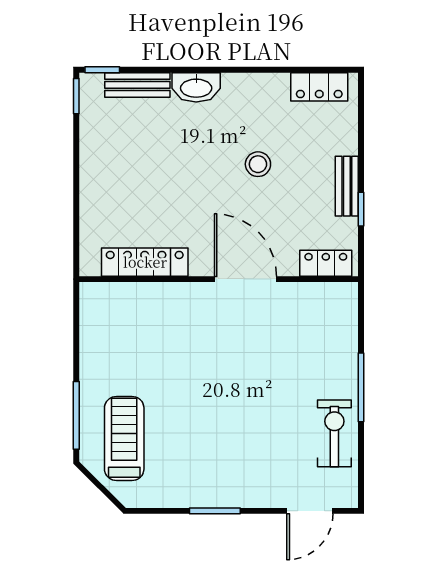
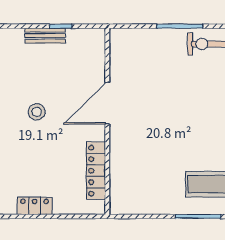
stool: (258, 164) -> (37, 112), moved
locker: (326, 263) -> (35, 206), moved, turned 90

